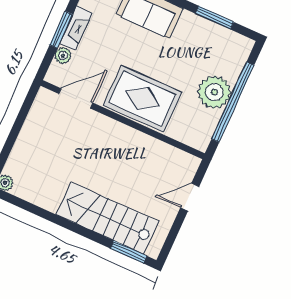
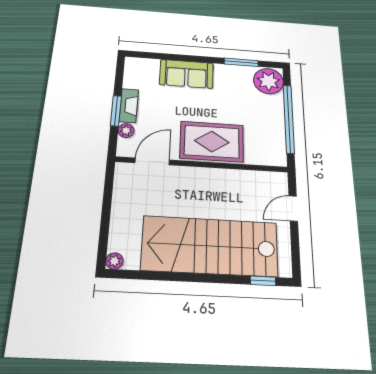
plant: (214, 92) -> (269, 81), moved
stairs: (107, 218) -> (210, 246), width x1.36, depth x1.51
window: (129, 252) -> (263, 281), width x0.67

